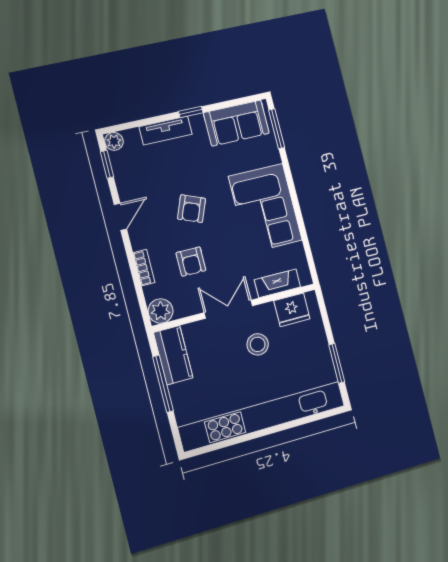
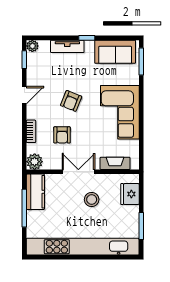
fridge: (292, 310) -> (130, 194), moved, turned 90

